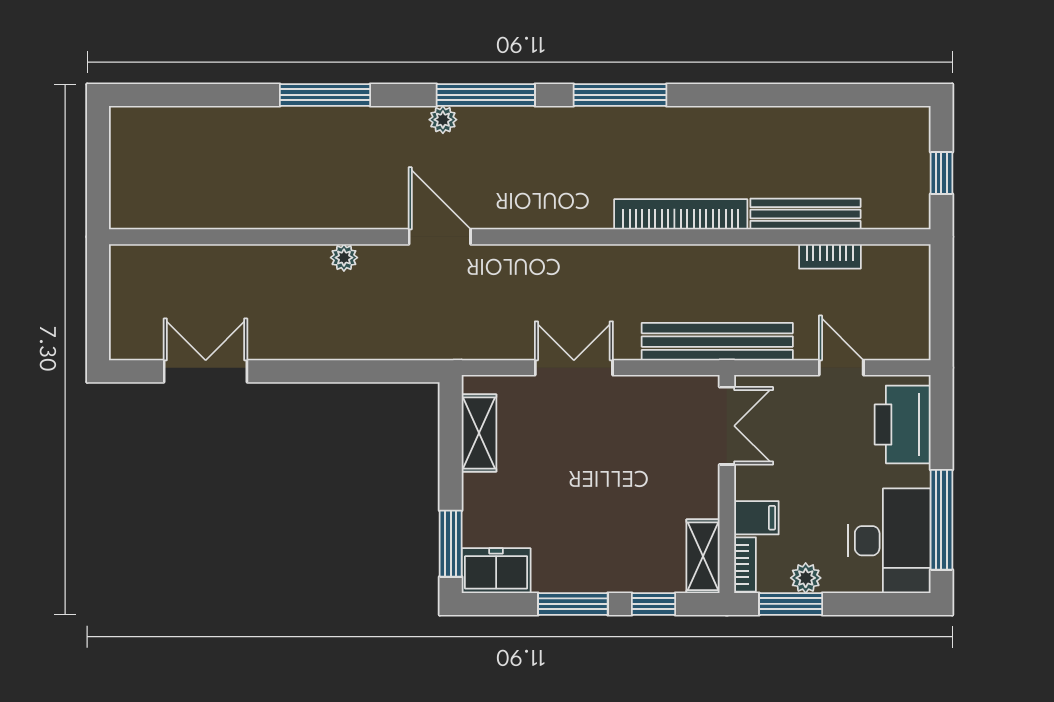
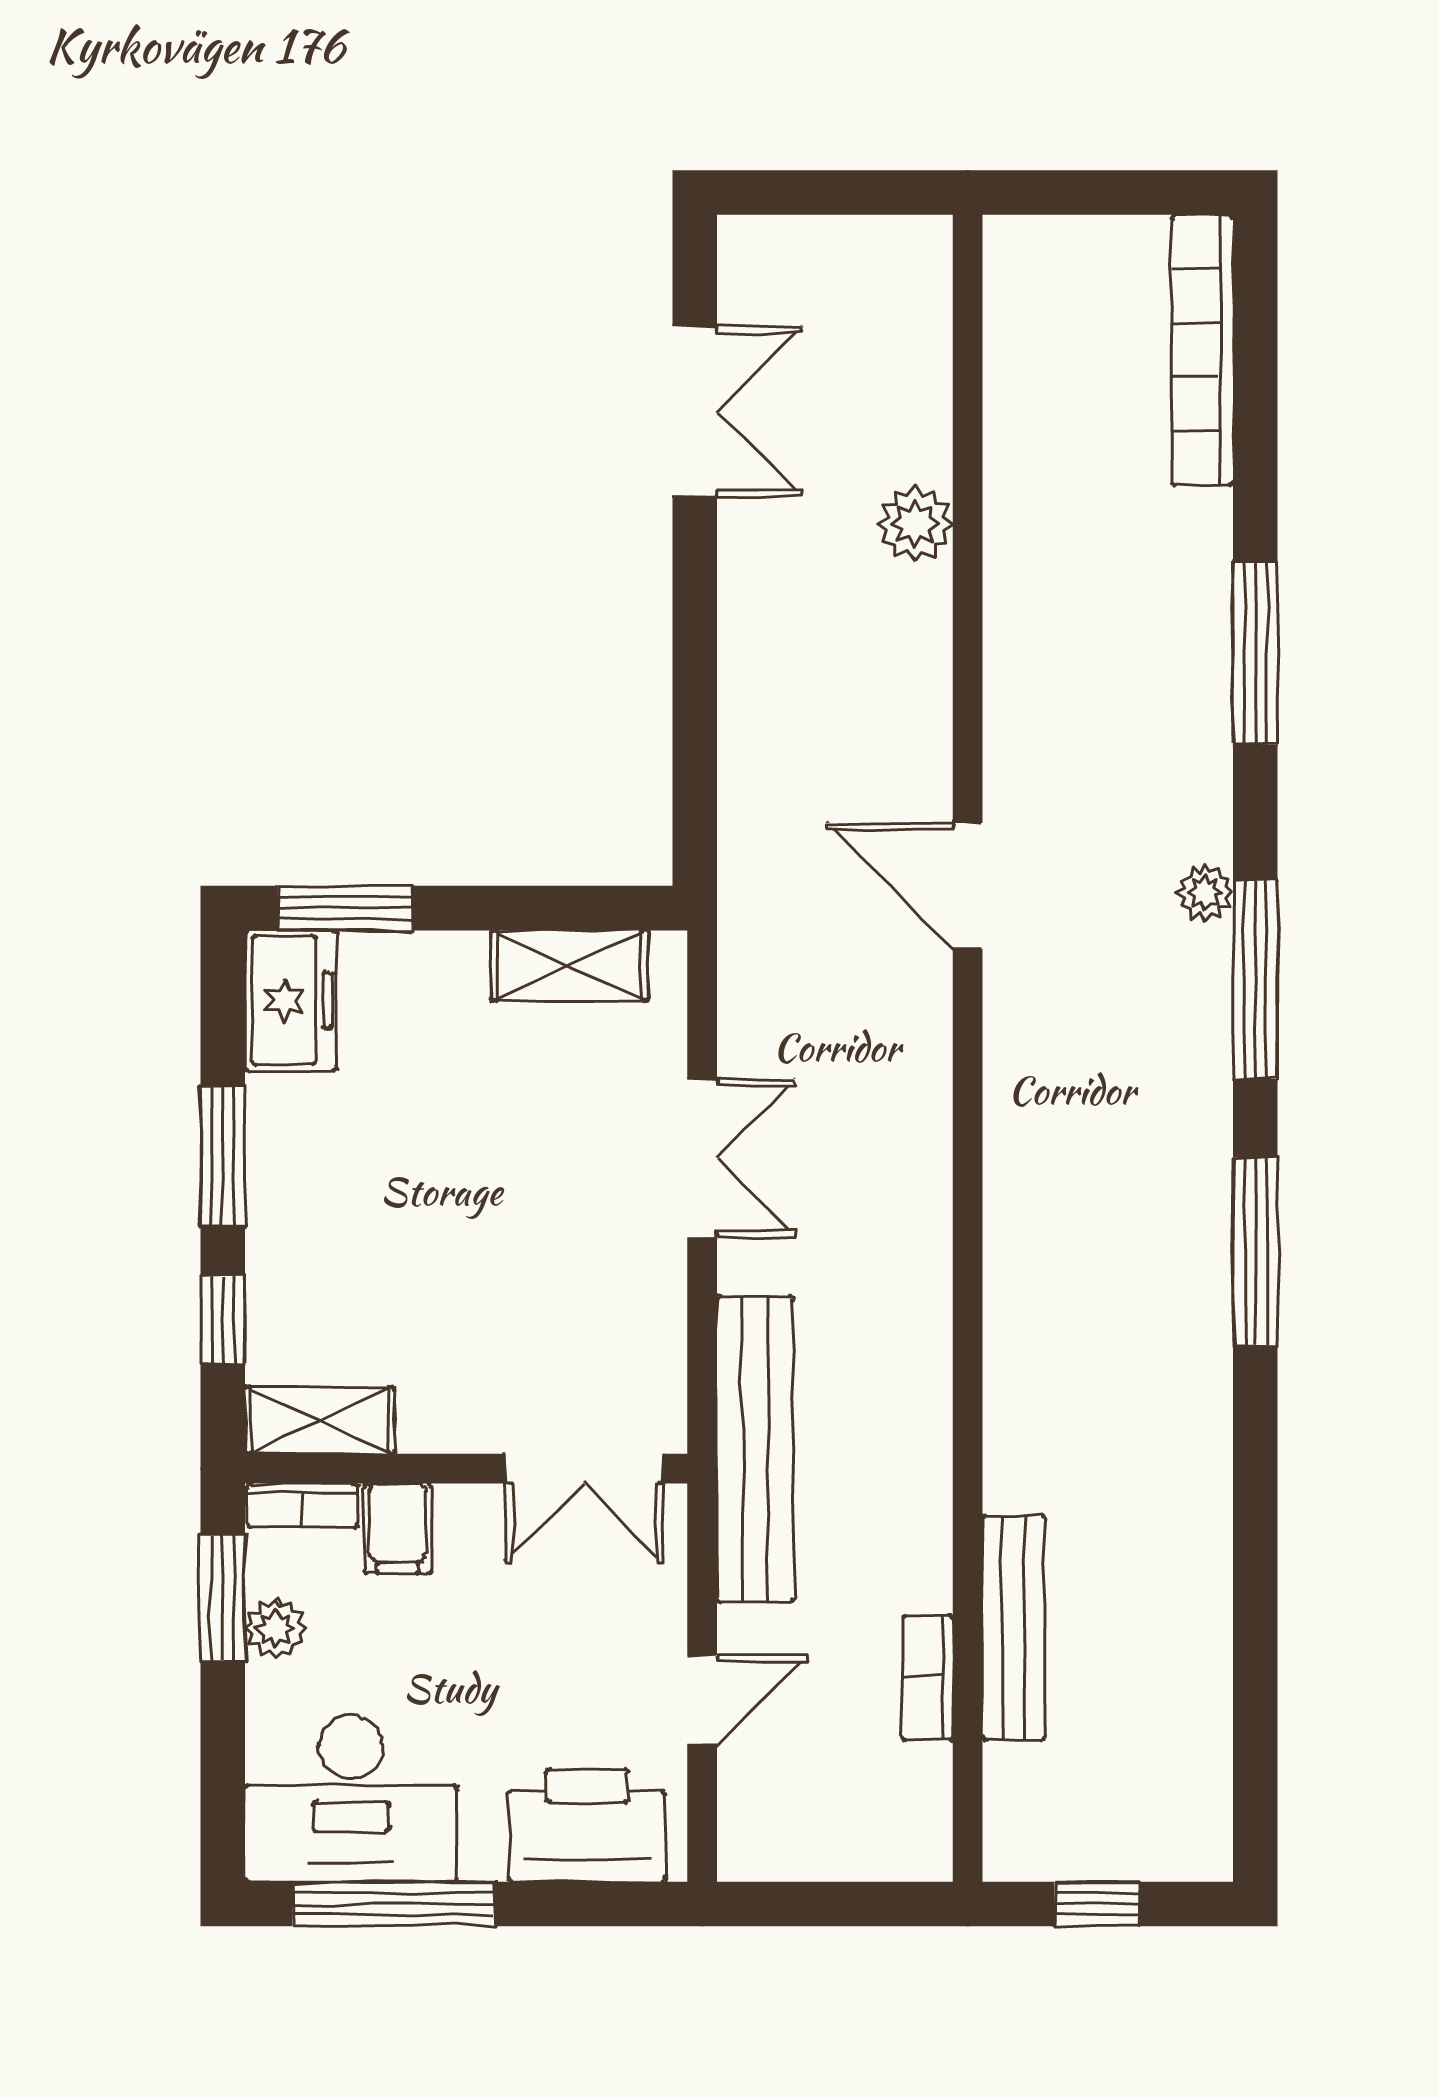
bookcase: (681, 214) -> (1203, 350), moved, turned 180
door: (440, 237) -> (968, 886), swing flipped
plant: (344, 258) -> (915, 524), moved, width x1.38, depth x1.38

